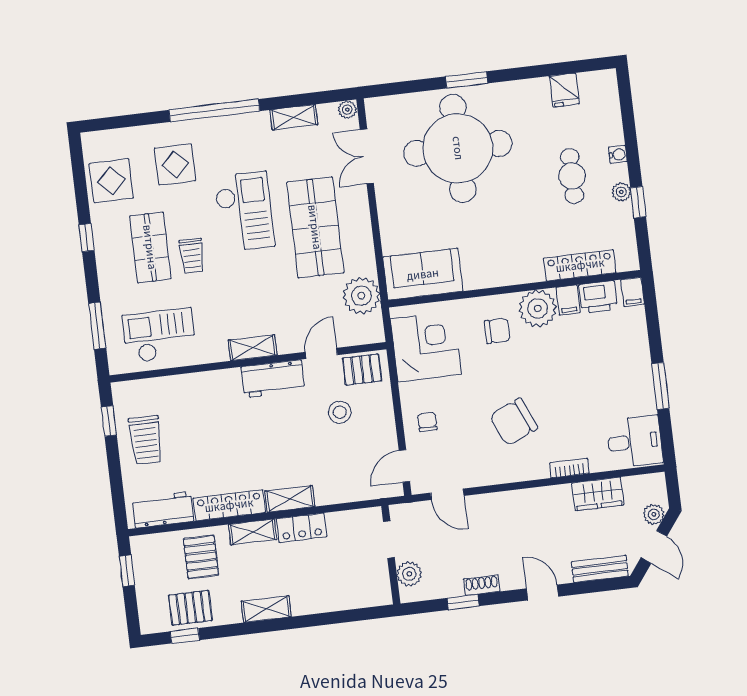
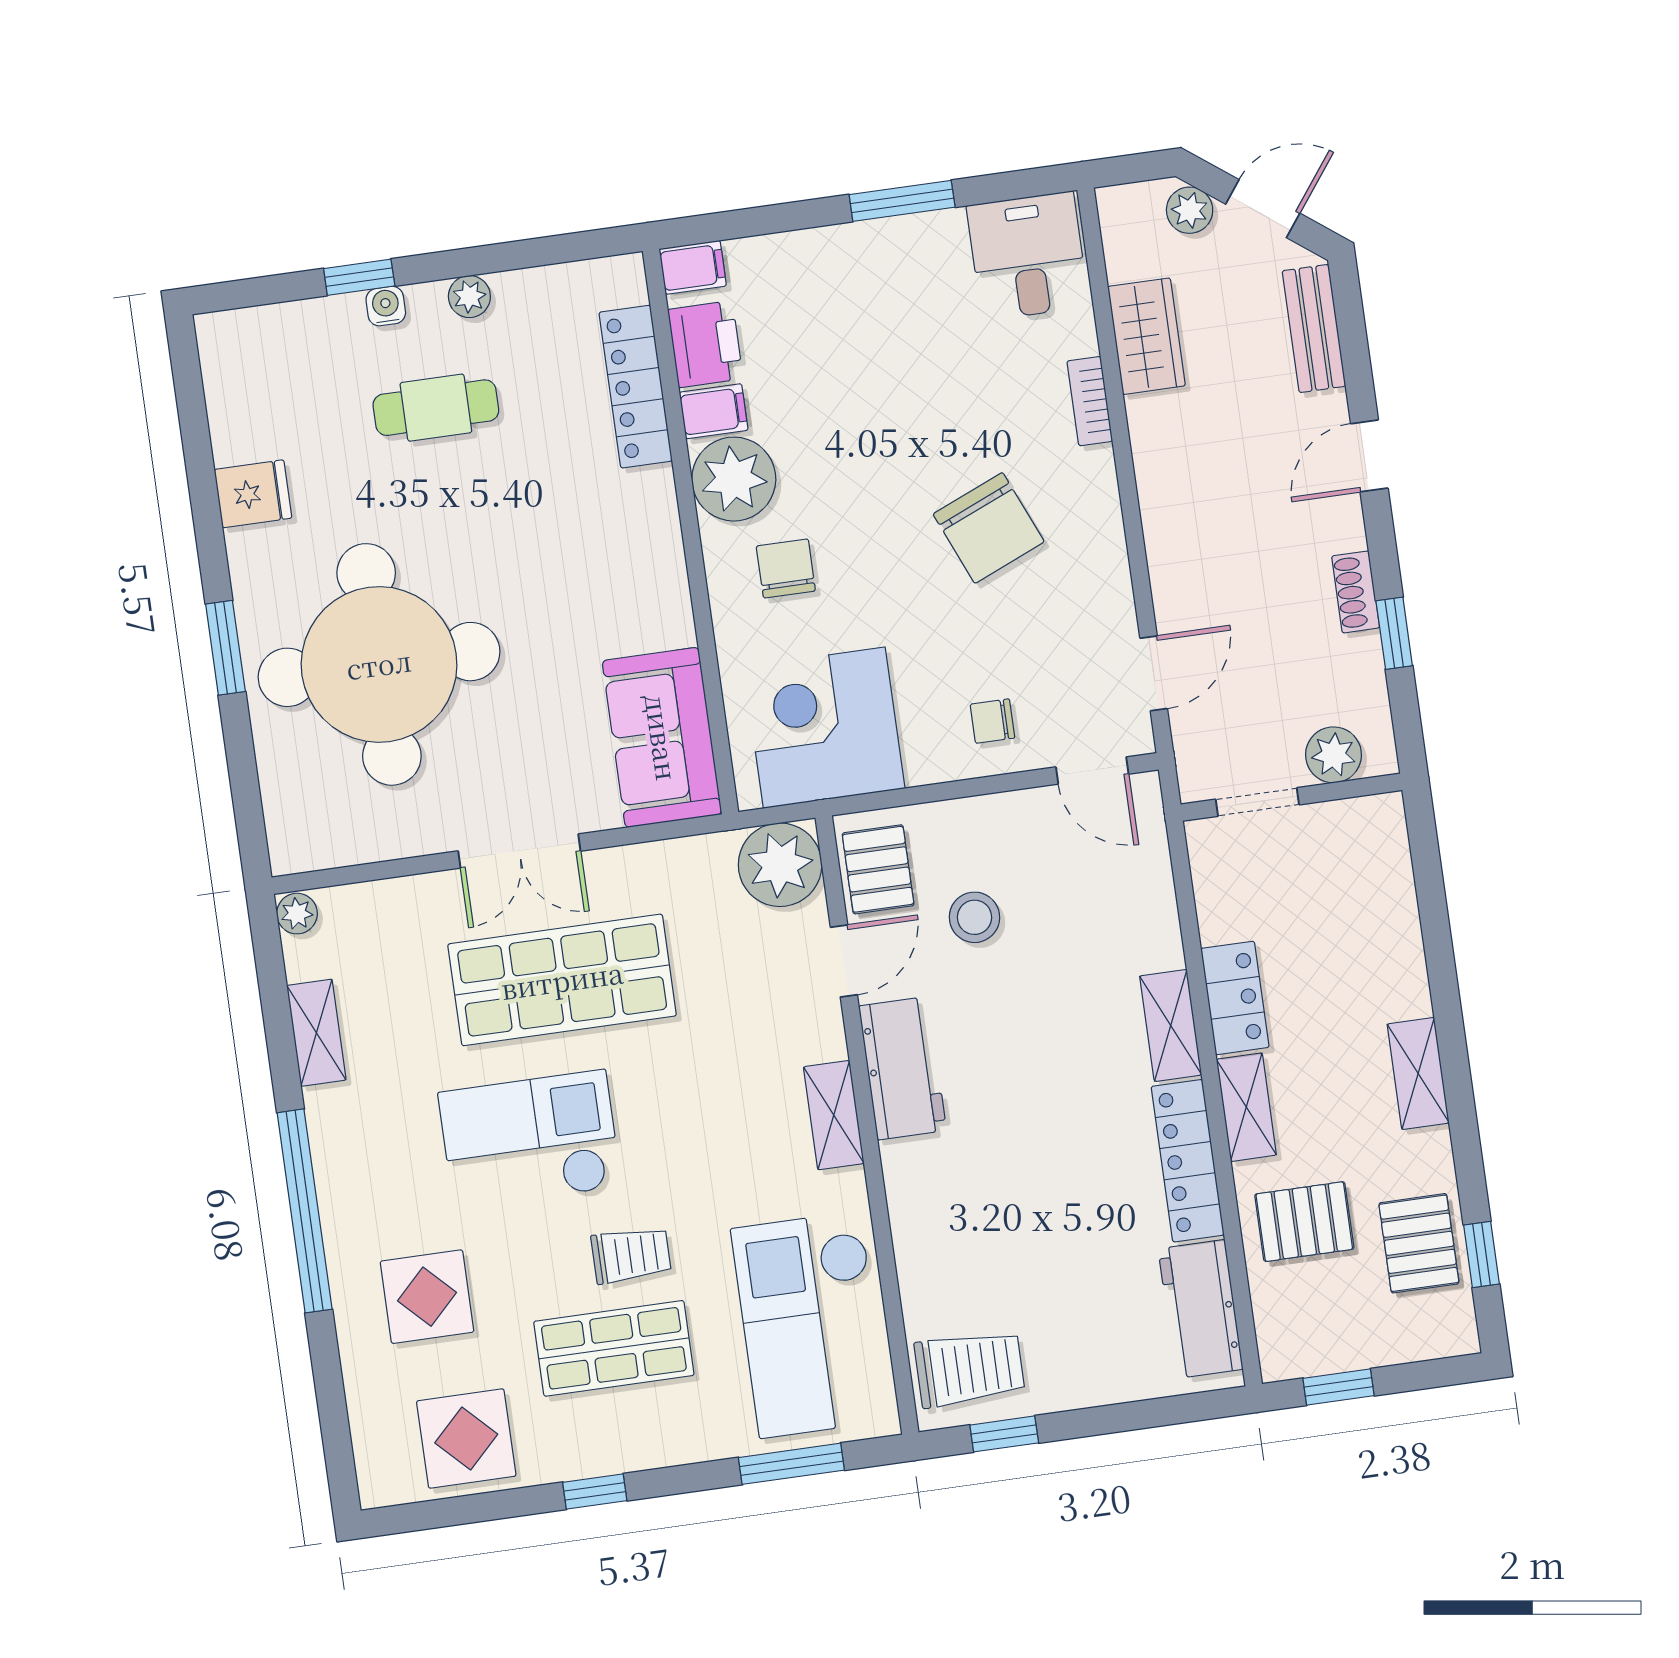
fridge: (564, 90) -> (253, 494), moved
double door: (367, 156) -> (519, 851), moved
window: (638, 202) -> (359, 277), moved
plant: (361, 296) -> (780, 865), moved
checkout: (159, 335) -> (810, 1325), width x1.36, depth x1.21
door: (321, 353) -> (844, 961), swing flipped
trolley: (146, 440) -> (970, 1369), moved

